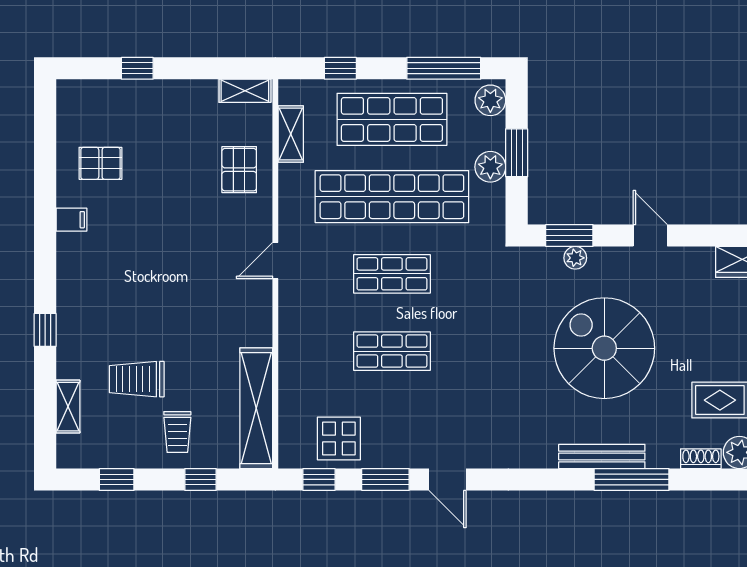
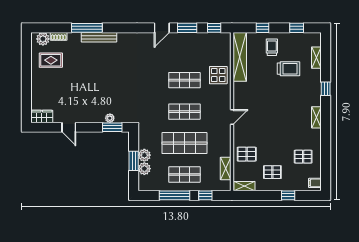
window: (444, 68) -> (175, 195), moved
plant: (490, 100) -> (144, 169), moved
shop shelf: (392, 119) -> (184, 175), width x0.70, depth x0.74
pallet: (176, 125) -> (272, 172), added
pallet: (239, 170) -> (247, 154), turned 90
shop shelf: (392, 197) -> (184, 143), width x0.71
filing cabinet: (71, 220) -> (315, 183), moved
door: (650, 235) -> (69, 127), moved
shelving: (68, 260) -> (316, 117), added
spiral stairs: (604, 348) -> (98, 81), removed
display table: (339, 439) -> (218, 75), moved
door: (448, 479) -> (162, 28), swing flipped

